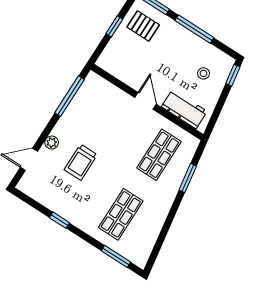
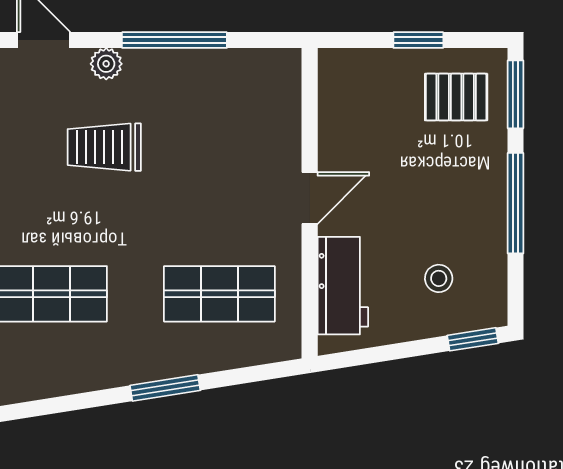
pallet: (143, 26) -> (456, 97), turned 90
window: (70, 96) -> (174, 40), moved
window: (188, 178) -> (165, 388), moved

